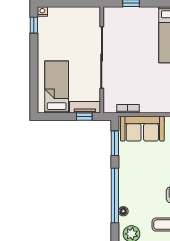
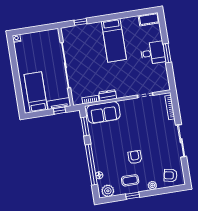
window: (34, 25) -> (12, 49), removed
dresser: (152, 107) -> (108, 95), added

